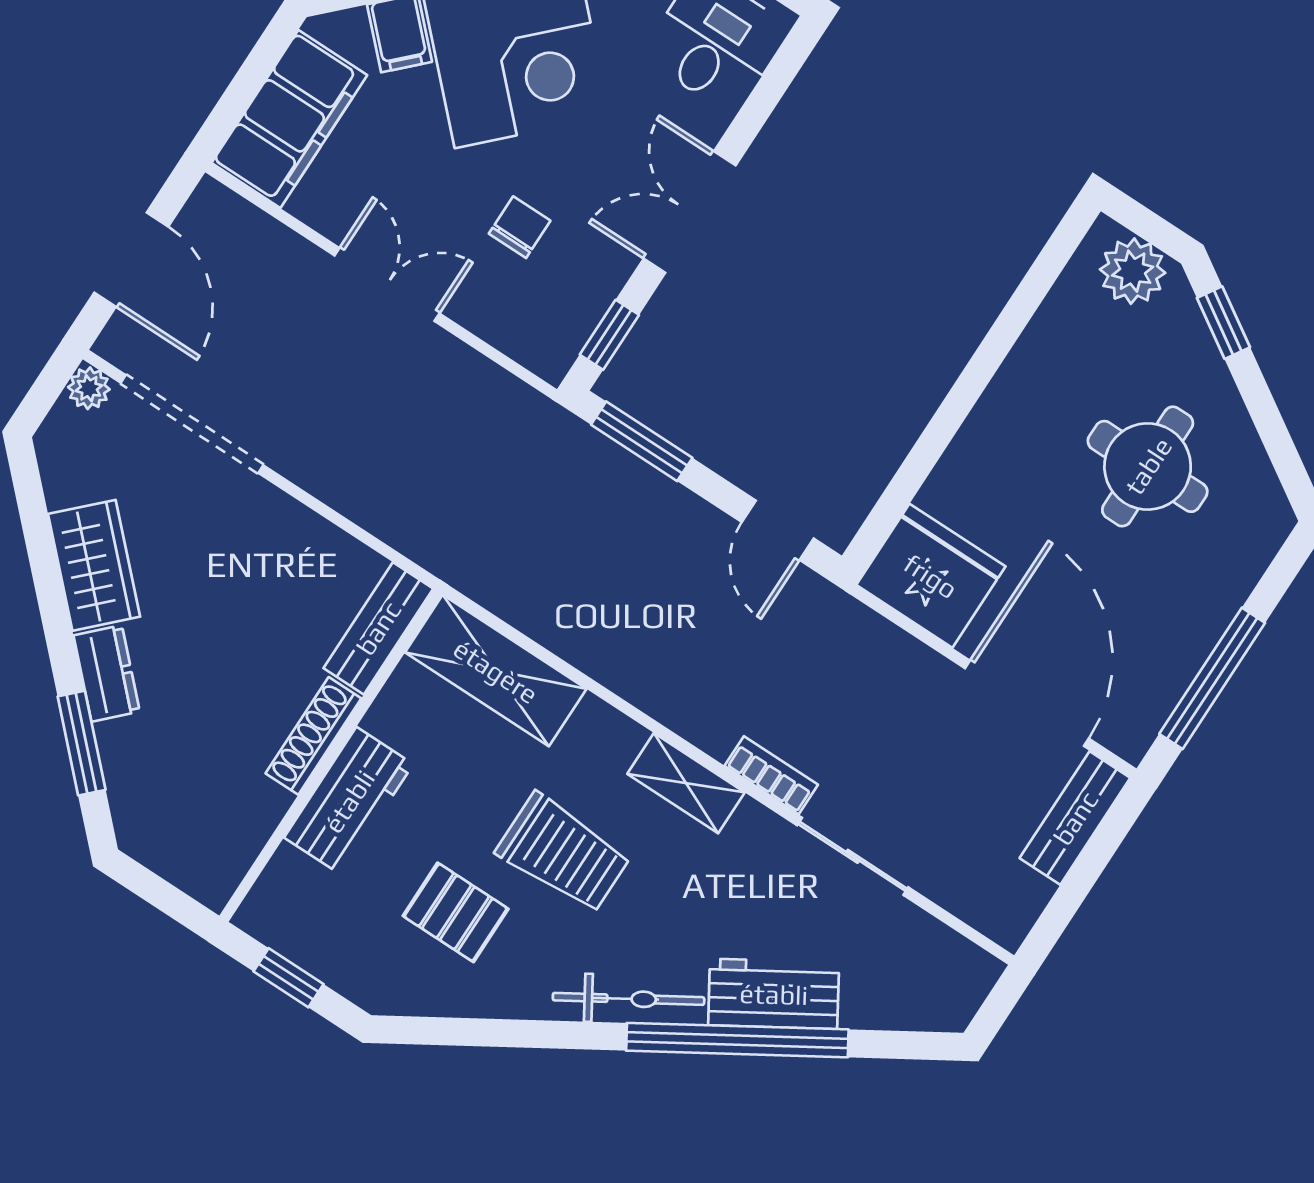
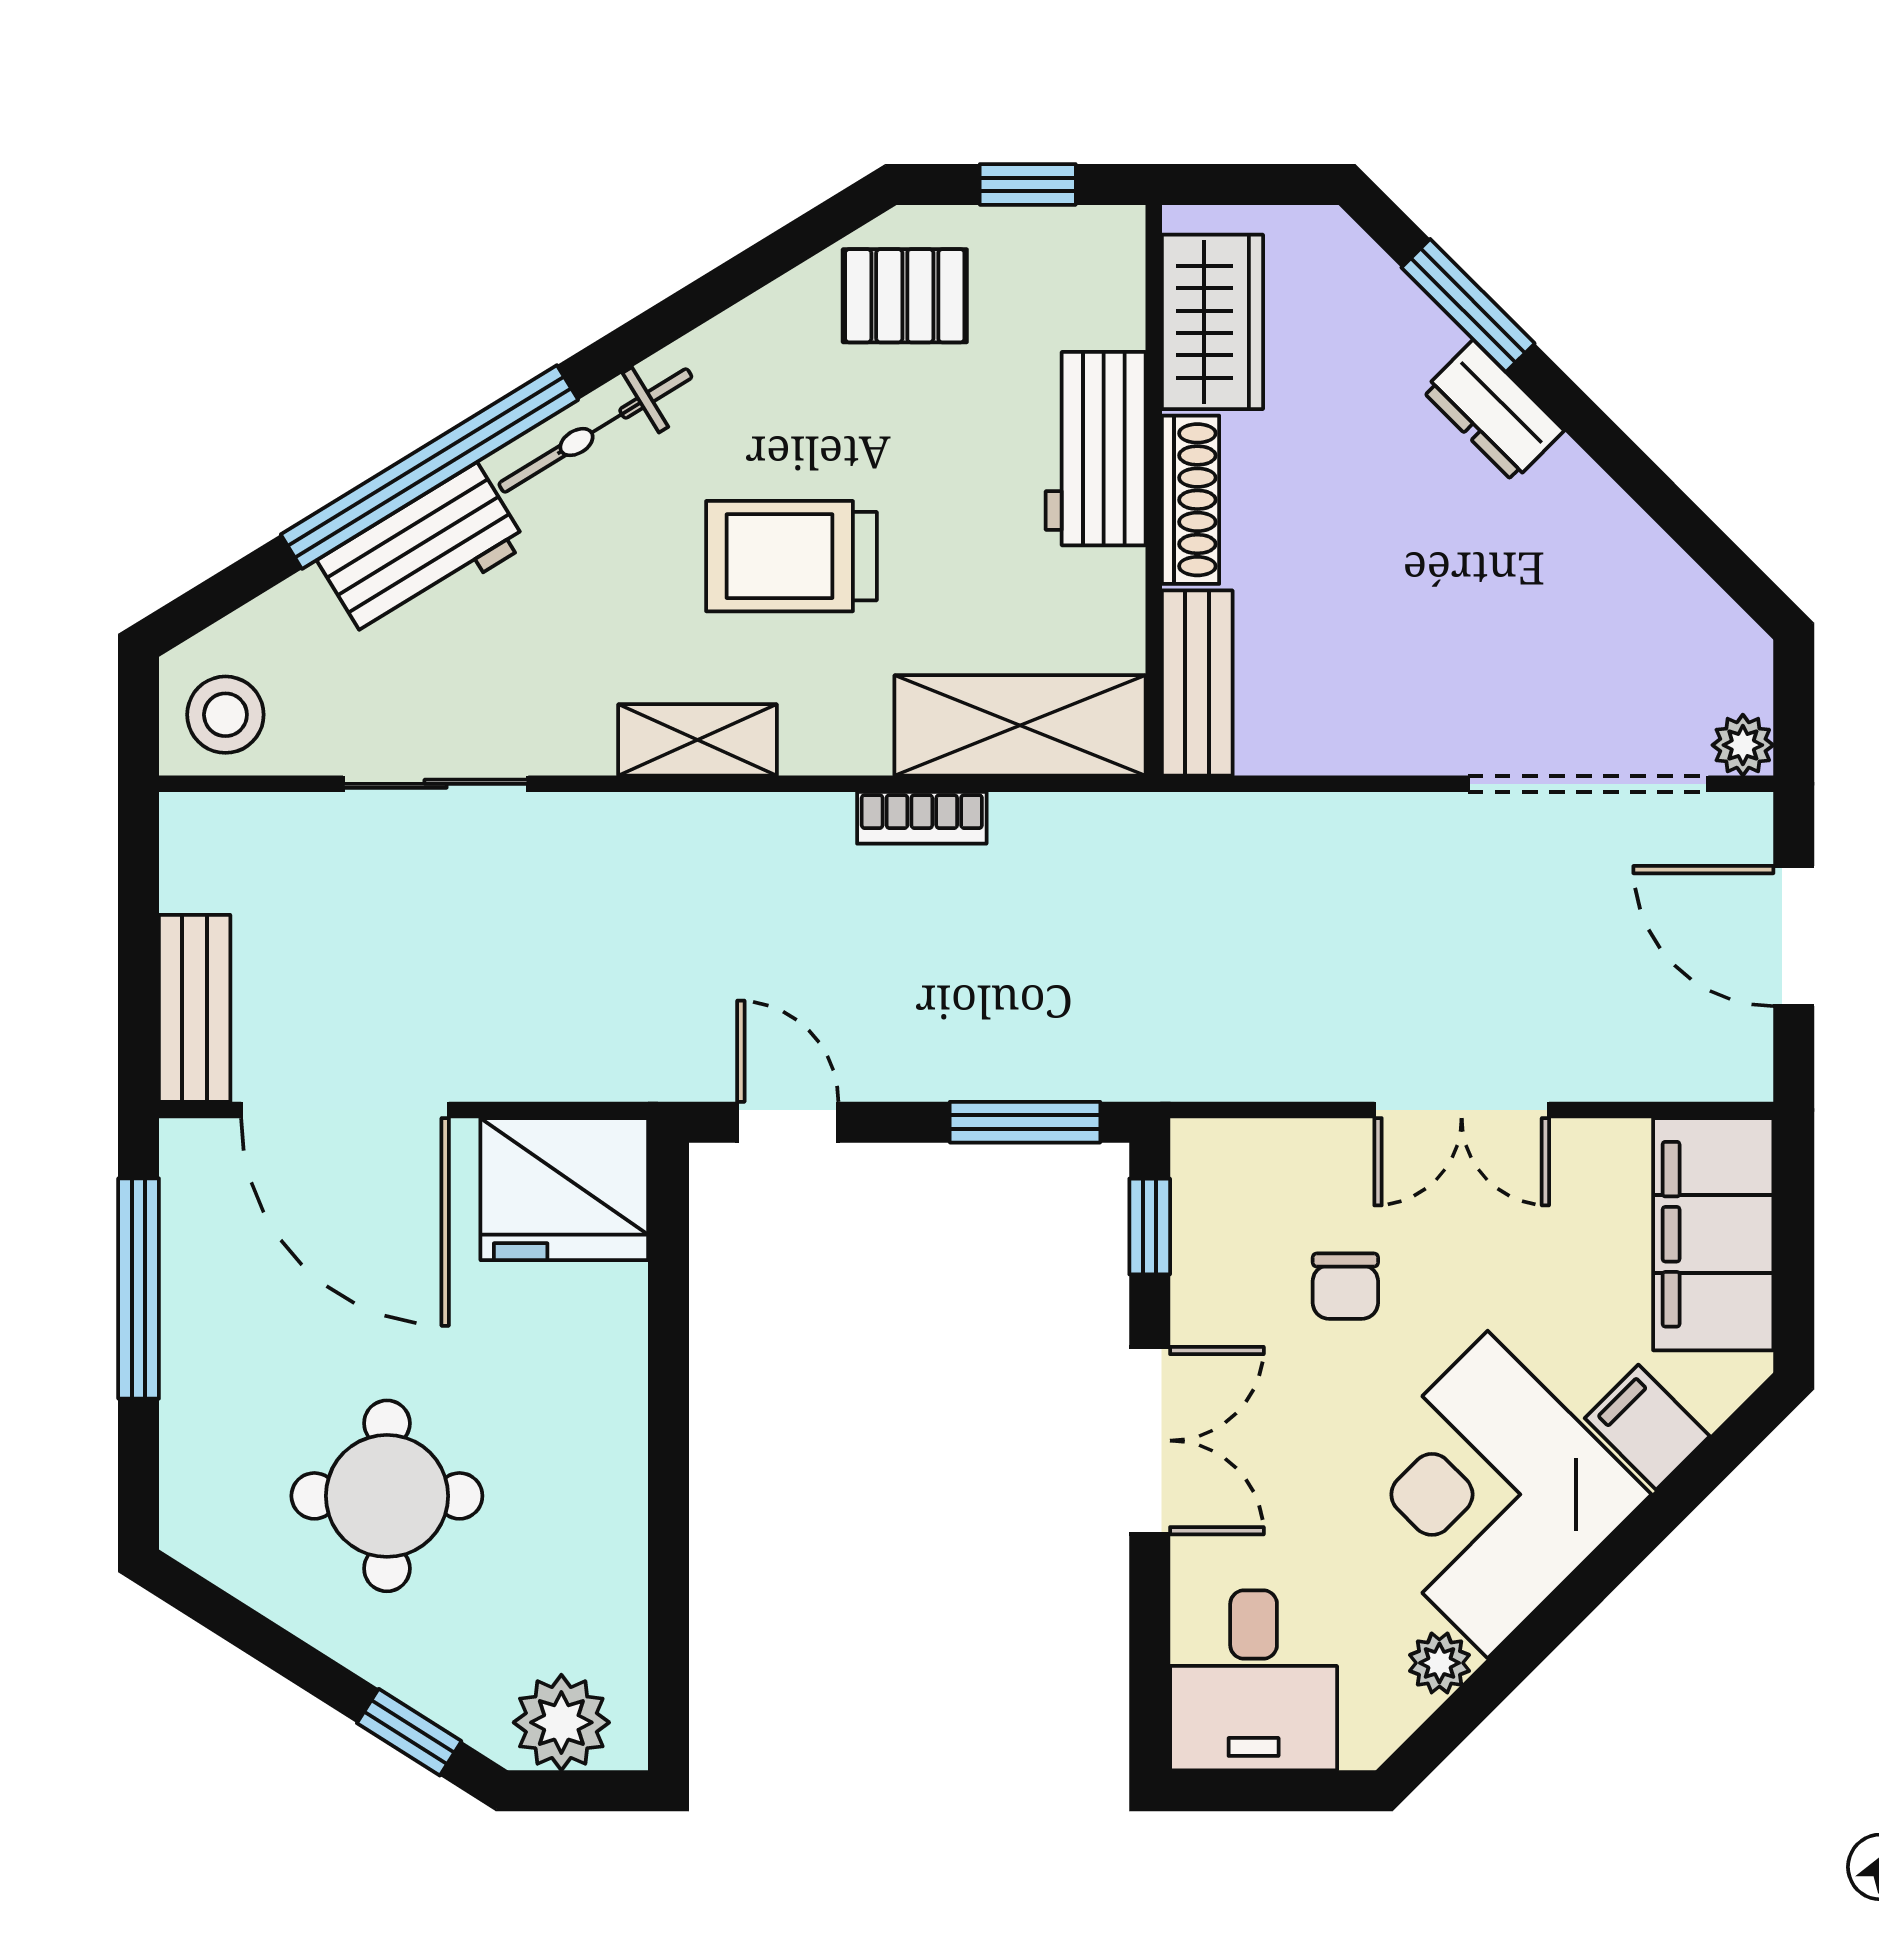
wardrobe: (94, 565) -> (1212, 322), moved, turned -135
bookcase: (771, 775) -> (922, 818), moved
pallet: (456, 912) -> (905, 296), moved
stool: (947, 975) -> (225, 715), added

